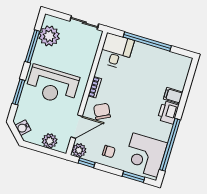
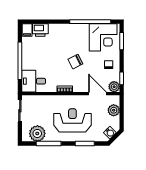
reception desk: (52, 85) -> (72, 120), turned -90
filing cabinet: (173, 96) -> (27, 30), moved
chair: (102, 111) -> (75, 62), moved
printer: (168, 112) -> (40, 30), moved

